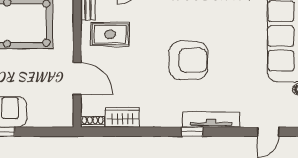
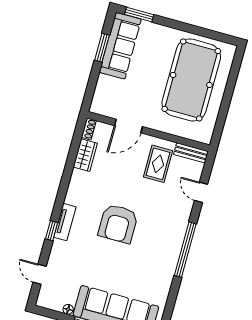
tv unit: (211, 120) -> (65, 222), width x0.71
window: (192, 132) -> (52, 231), moved

